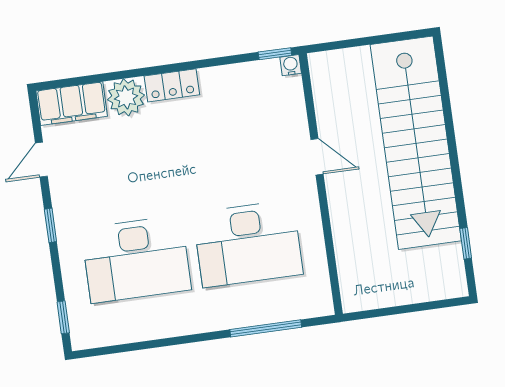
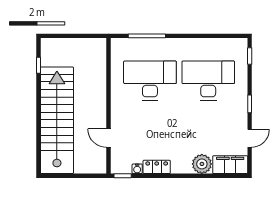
water cooler: (291, 65) -> (137, 169), moved
locker: (172, 85) -> (157, 167), moved
door: (317, 157) -> (108, 138), moved

